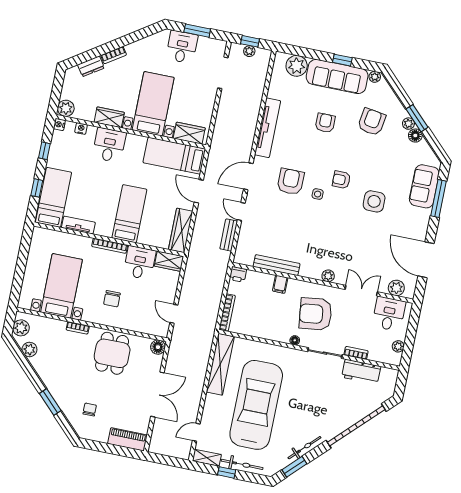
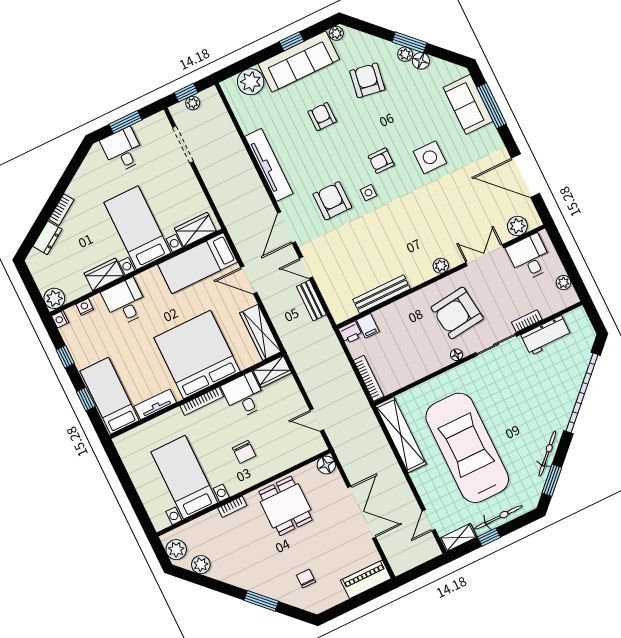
bed: (129, 214) -> (197, 355), width x2.04
filing cabinet: (280, 284) -> (368, 326), moved

